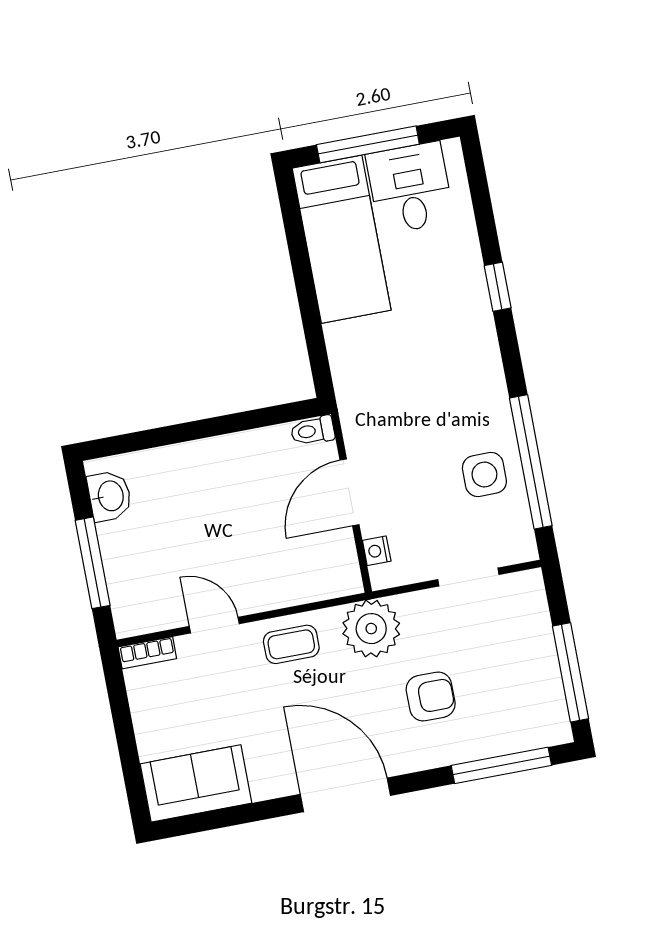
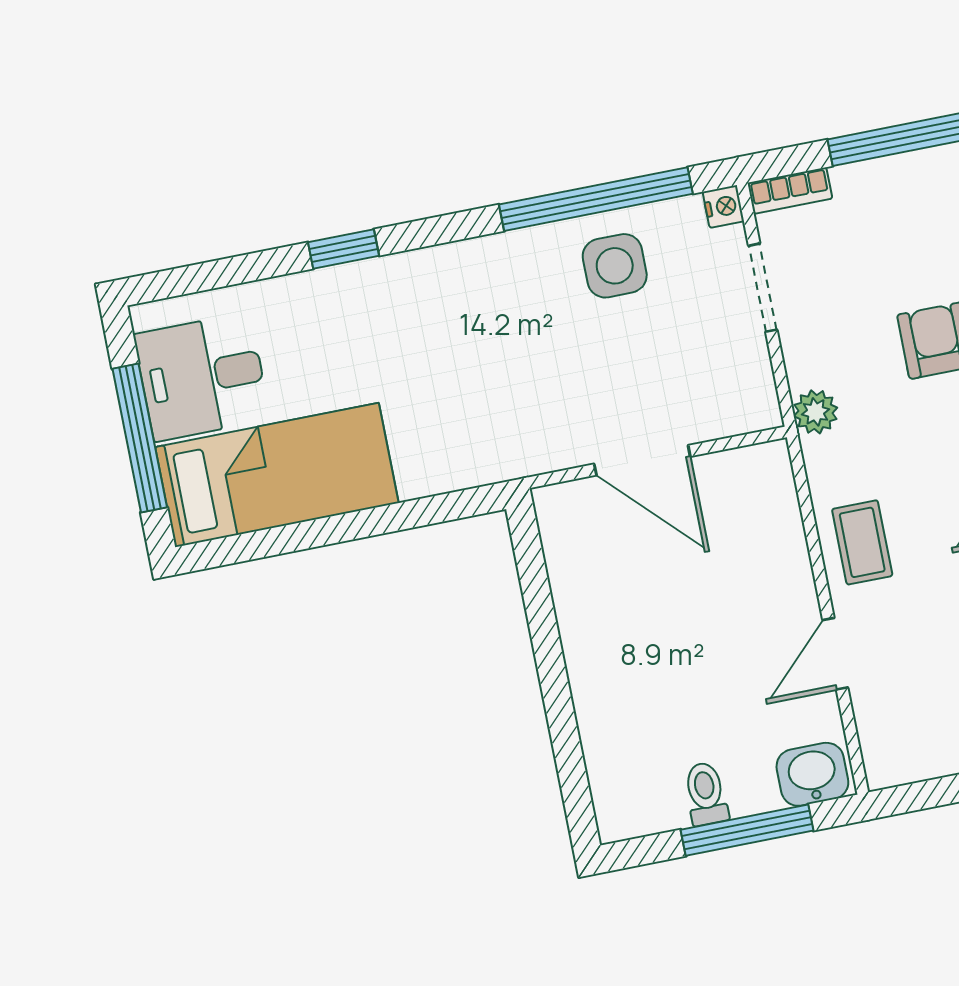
toilet: (313, 431) -> (706, 794), moved, turned 180
washbasin: (110, 496) -> (812, 774), moved
nightstand: (377, 551) -> (723, 206), moved, turned -90
plant: (371, 629) -> (816, 412), width x0.53, depth x0.53
bookcase: (147, 653) -> (790, 191), moved, turned 90

